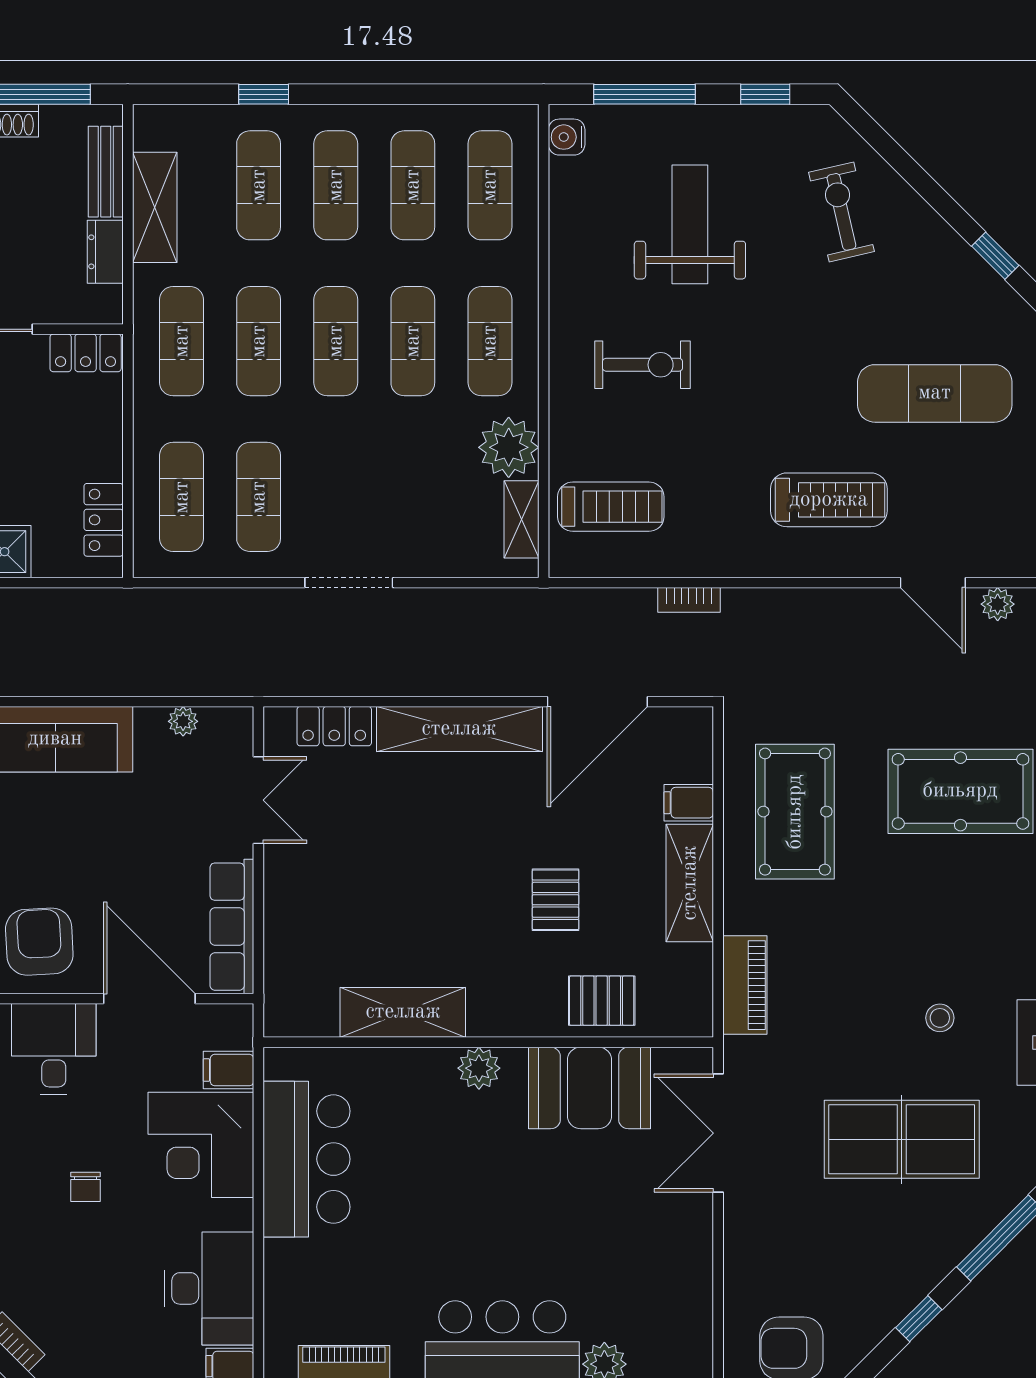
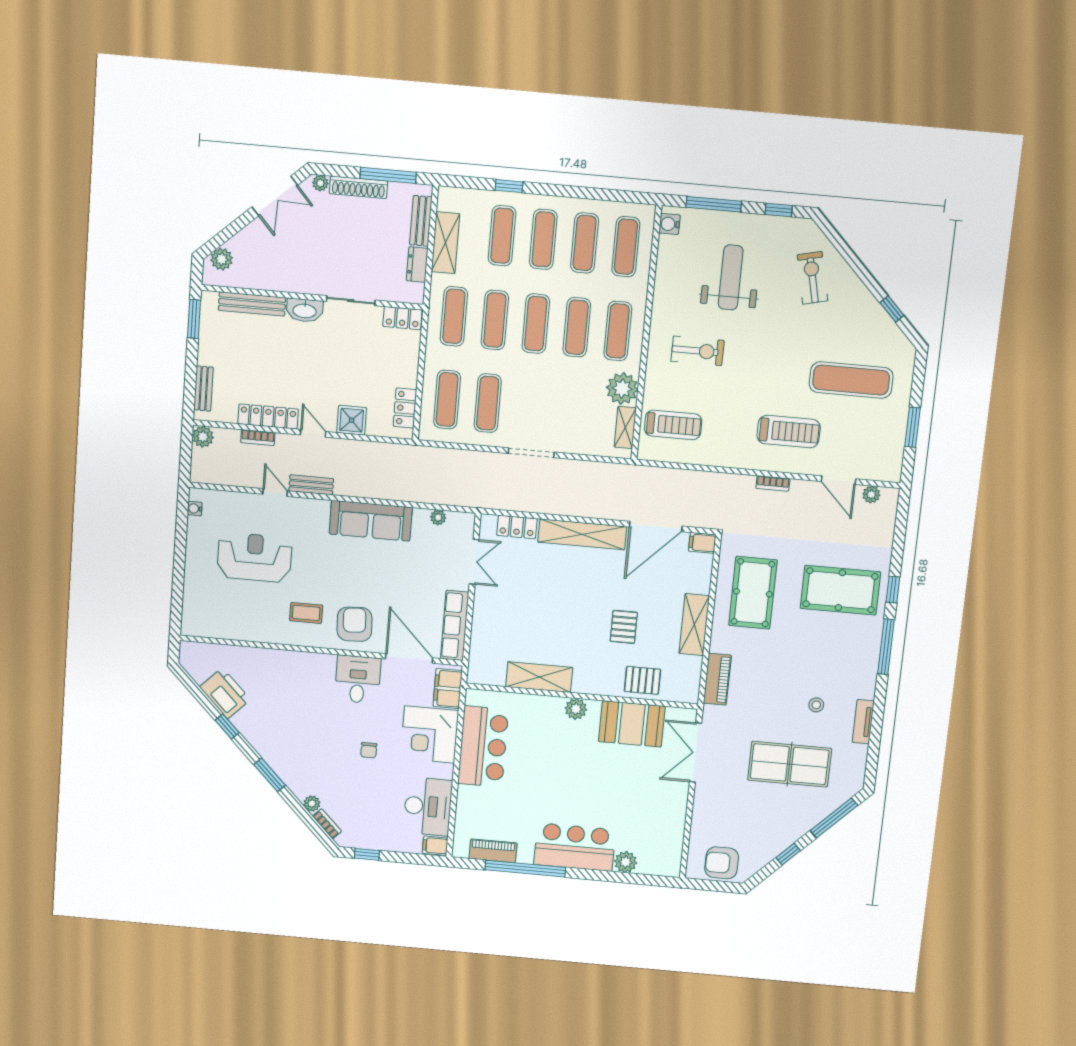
bookcase: (689, 600) -> (773, 483), moved
filing cabinet: (689, 803) -> (702, 543), moved
filing cabinet: (229, 1070) -> (448, 689), width x2.00

